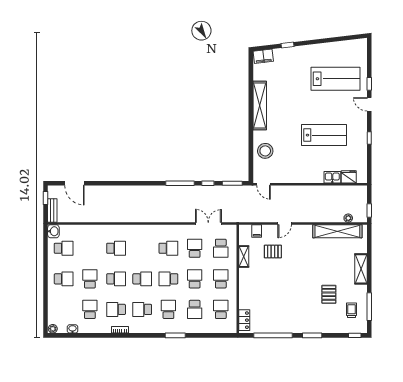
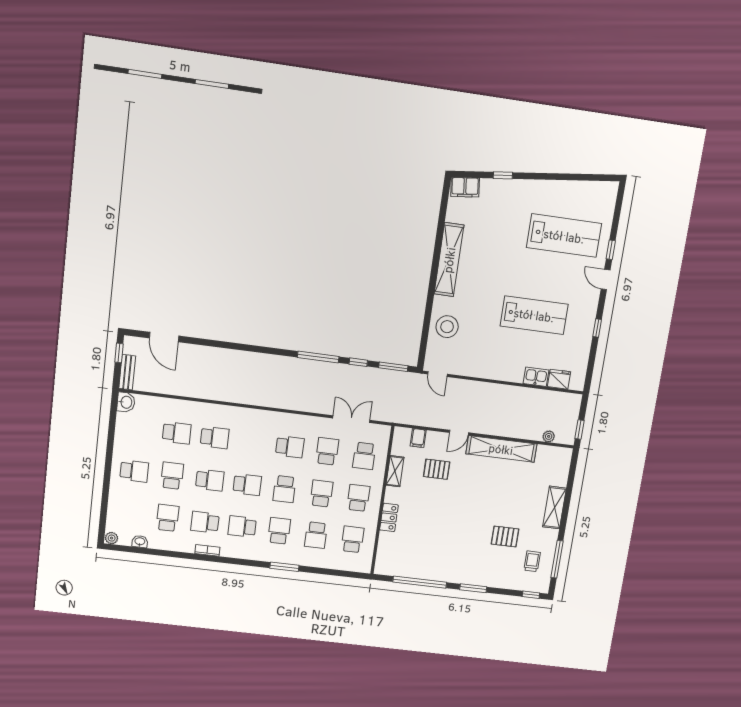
shelving: (337, 231) -> (501, 449), moved
school desk: (64, 248) -> (177, 433), moved
school desk: (168, 279) -> (284, 489), turned -90
pallet: (329, 294) -> (505, 536), turned 90
locker: (244, 320) -> (389, 517), moved

